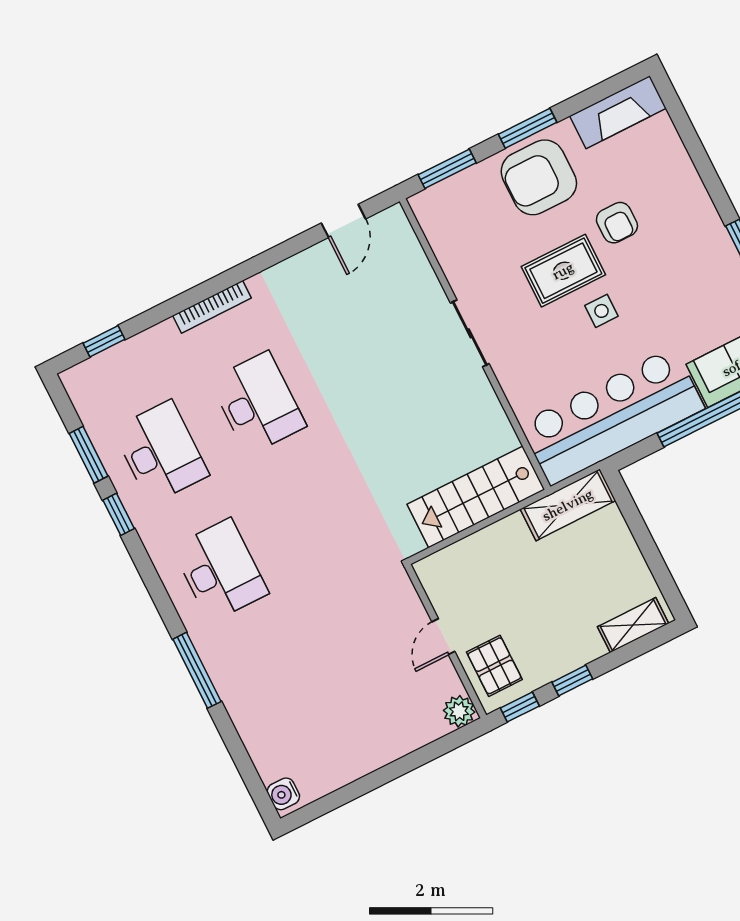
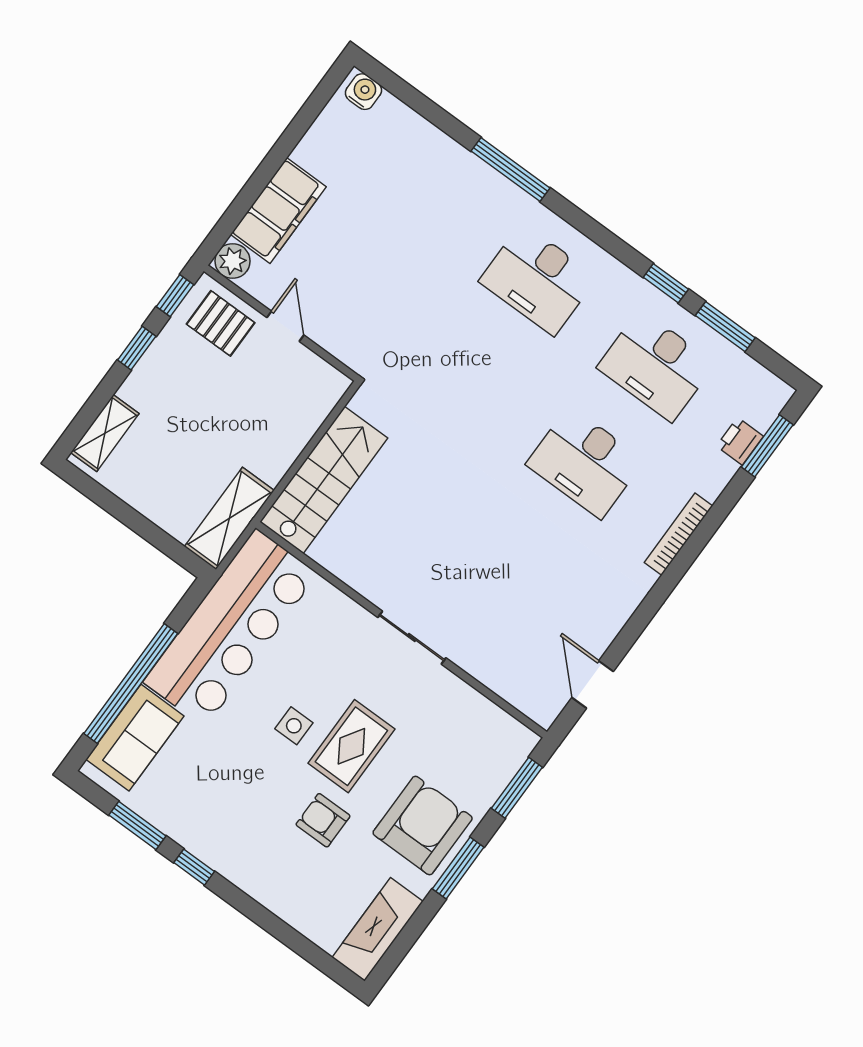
window: (104, 341) -> (767, 446), width x1.50
printer: (124, 356) -> (740, 441), added
filing cabinet: (401, 733) -> (278, 211), added

